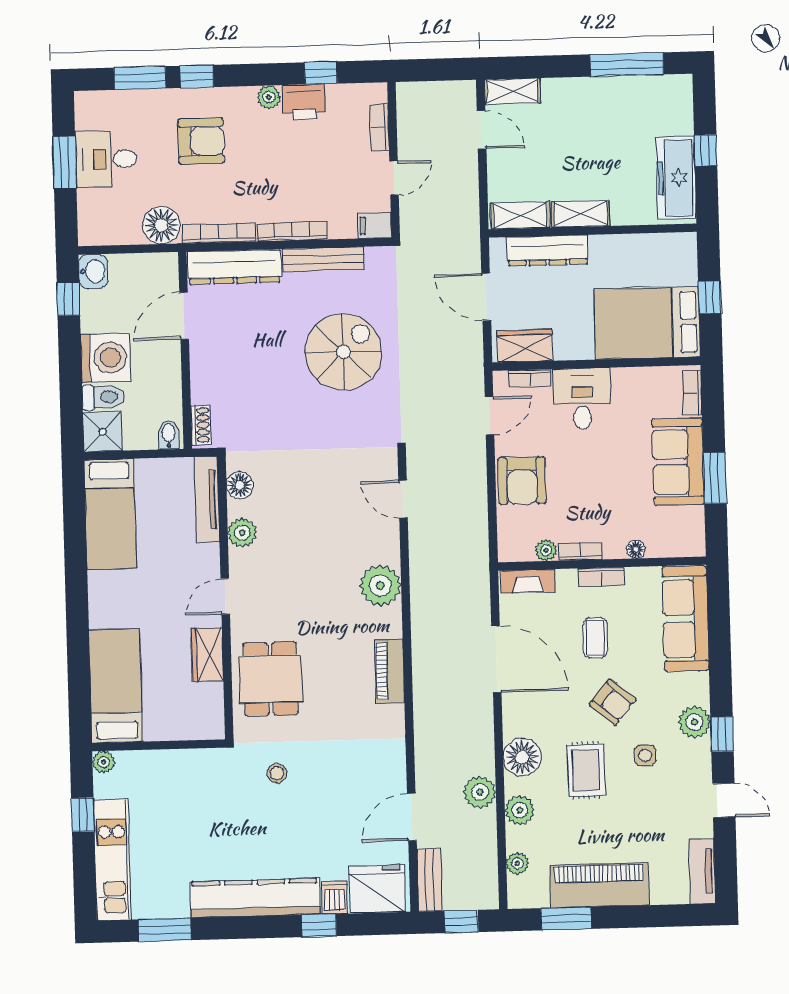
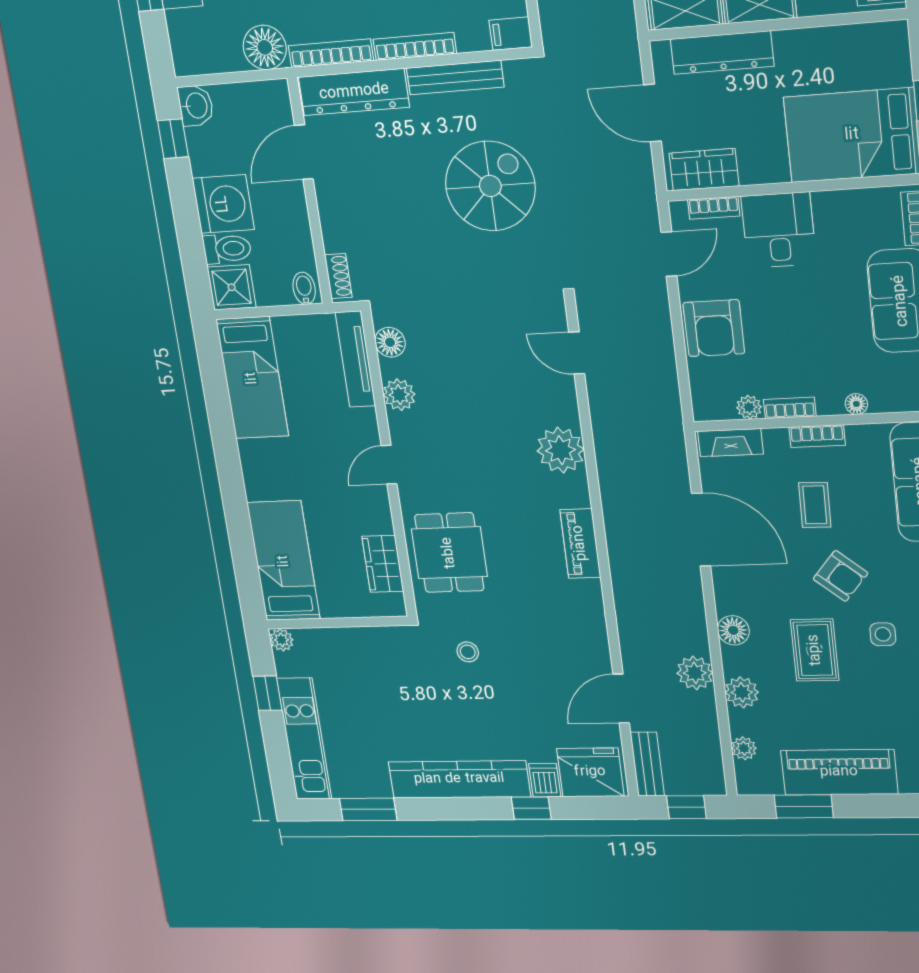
wardrobe: (207, 655) -> (383, 564), moved
floor lamp: (522, 757) -> (733, 630), width x0.73, depth x0.73

